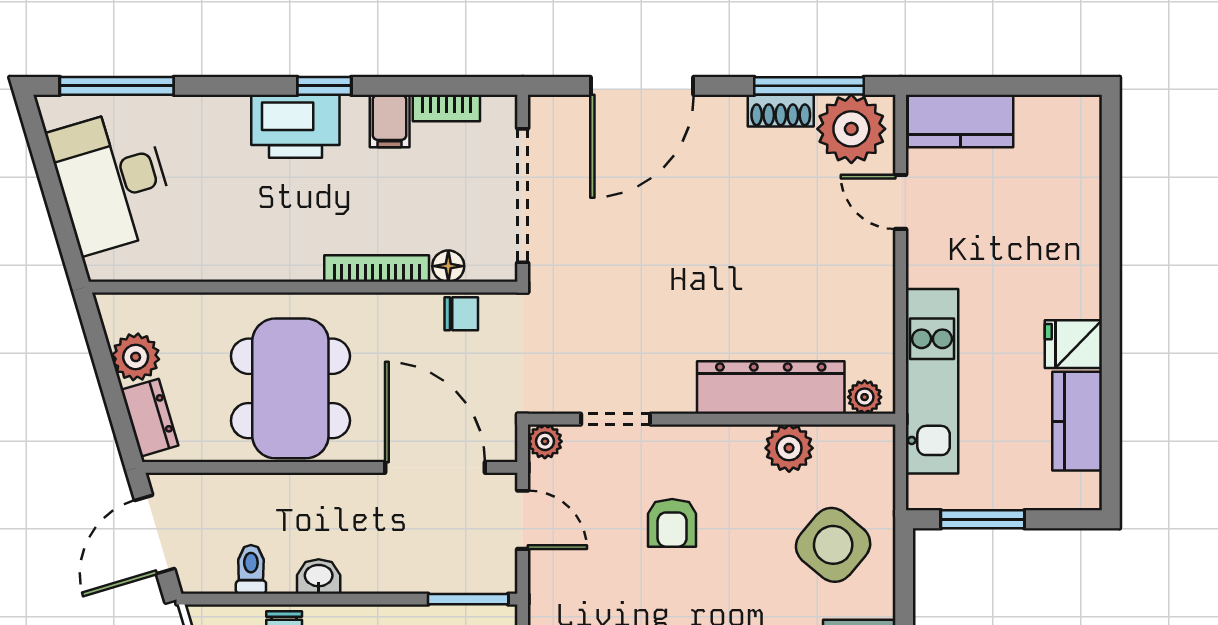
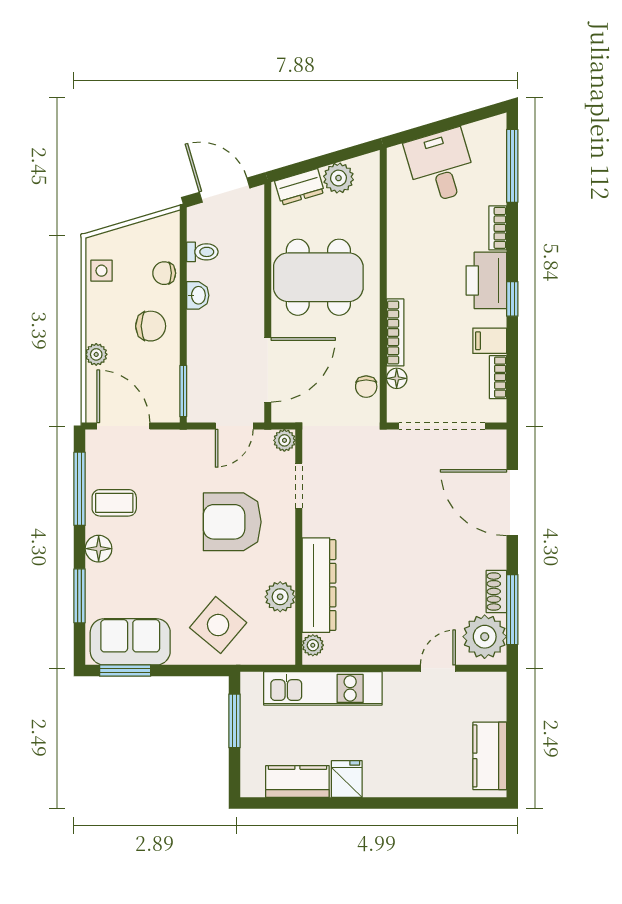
bookcase: (214, 108) -> (498, 228), added
kitchen counter: (960, 121) -> (490, 756), moved
desk: (112, 181) -> (441, 166), width x0.73
armchair: (672, 523) -> (232, 522), width x1.88, depth x1.88

